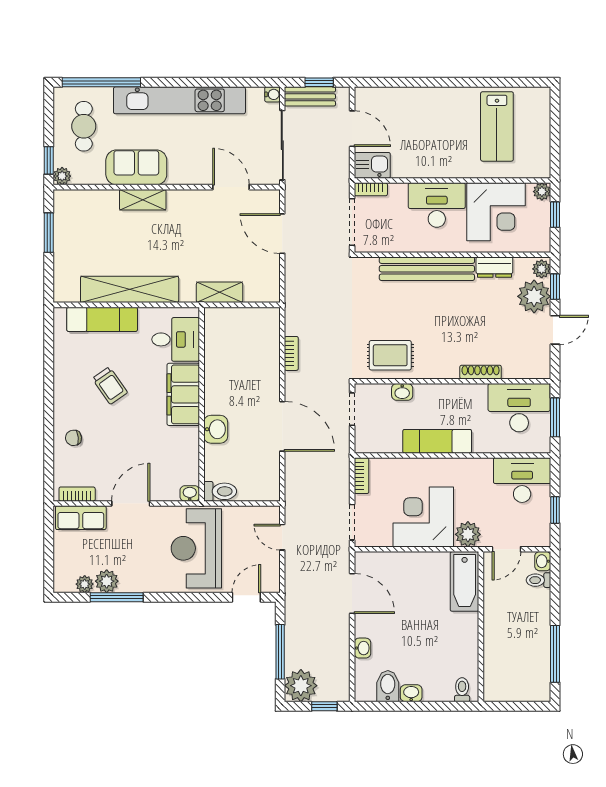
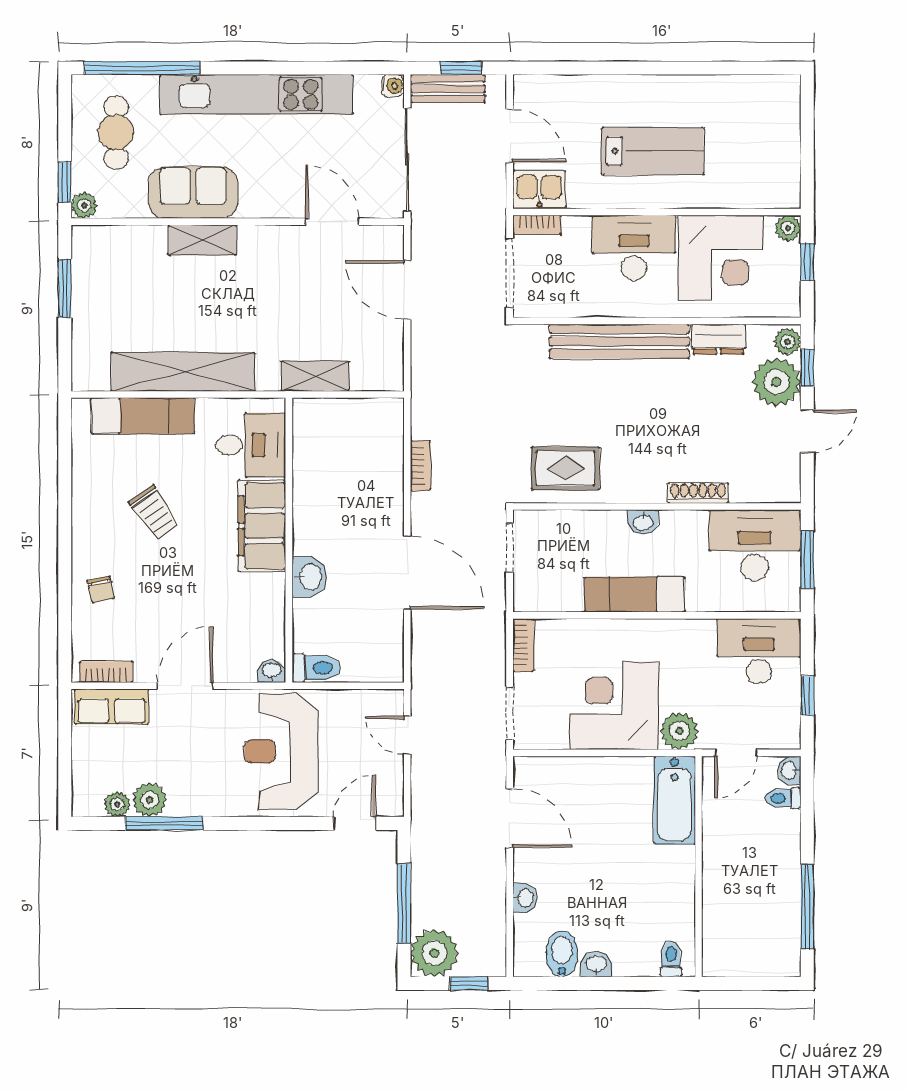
lab bench: (497, 126) -> (653, 151), moved, turned -90
washbasin: (402, 392) -> (643, 522), moved
chair: (73, 438) -> (101, 590), turned -96

